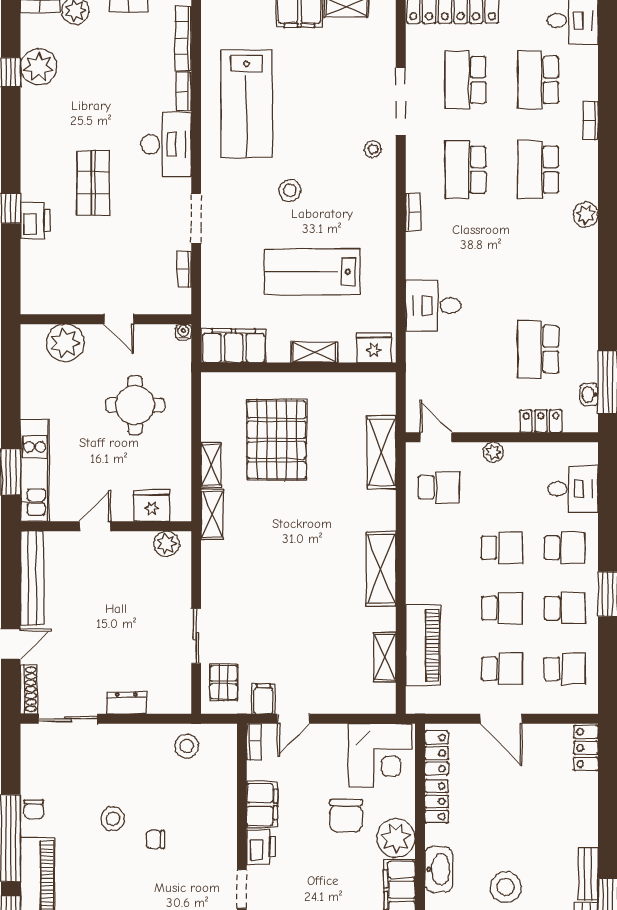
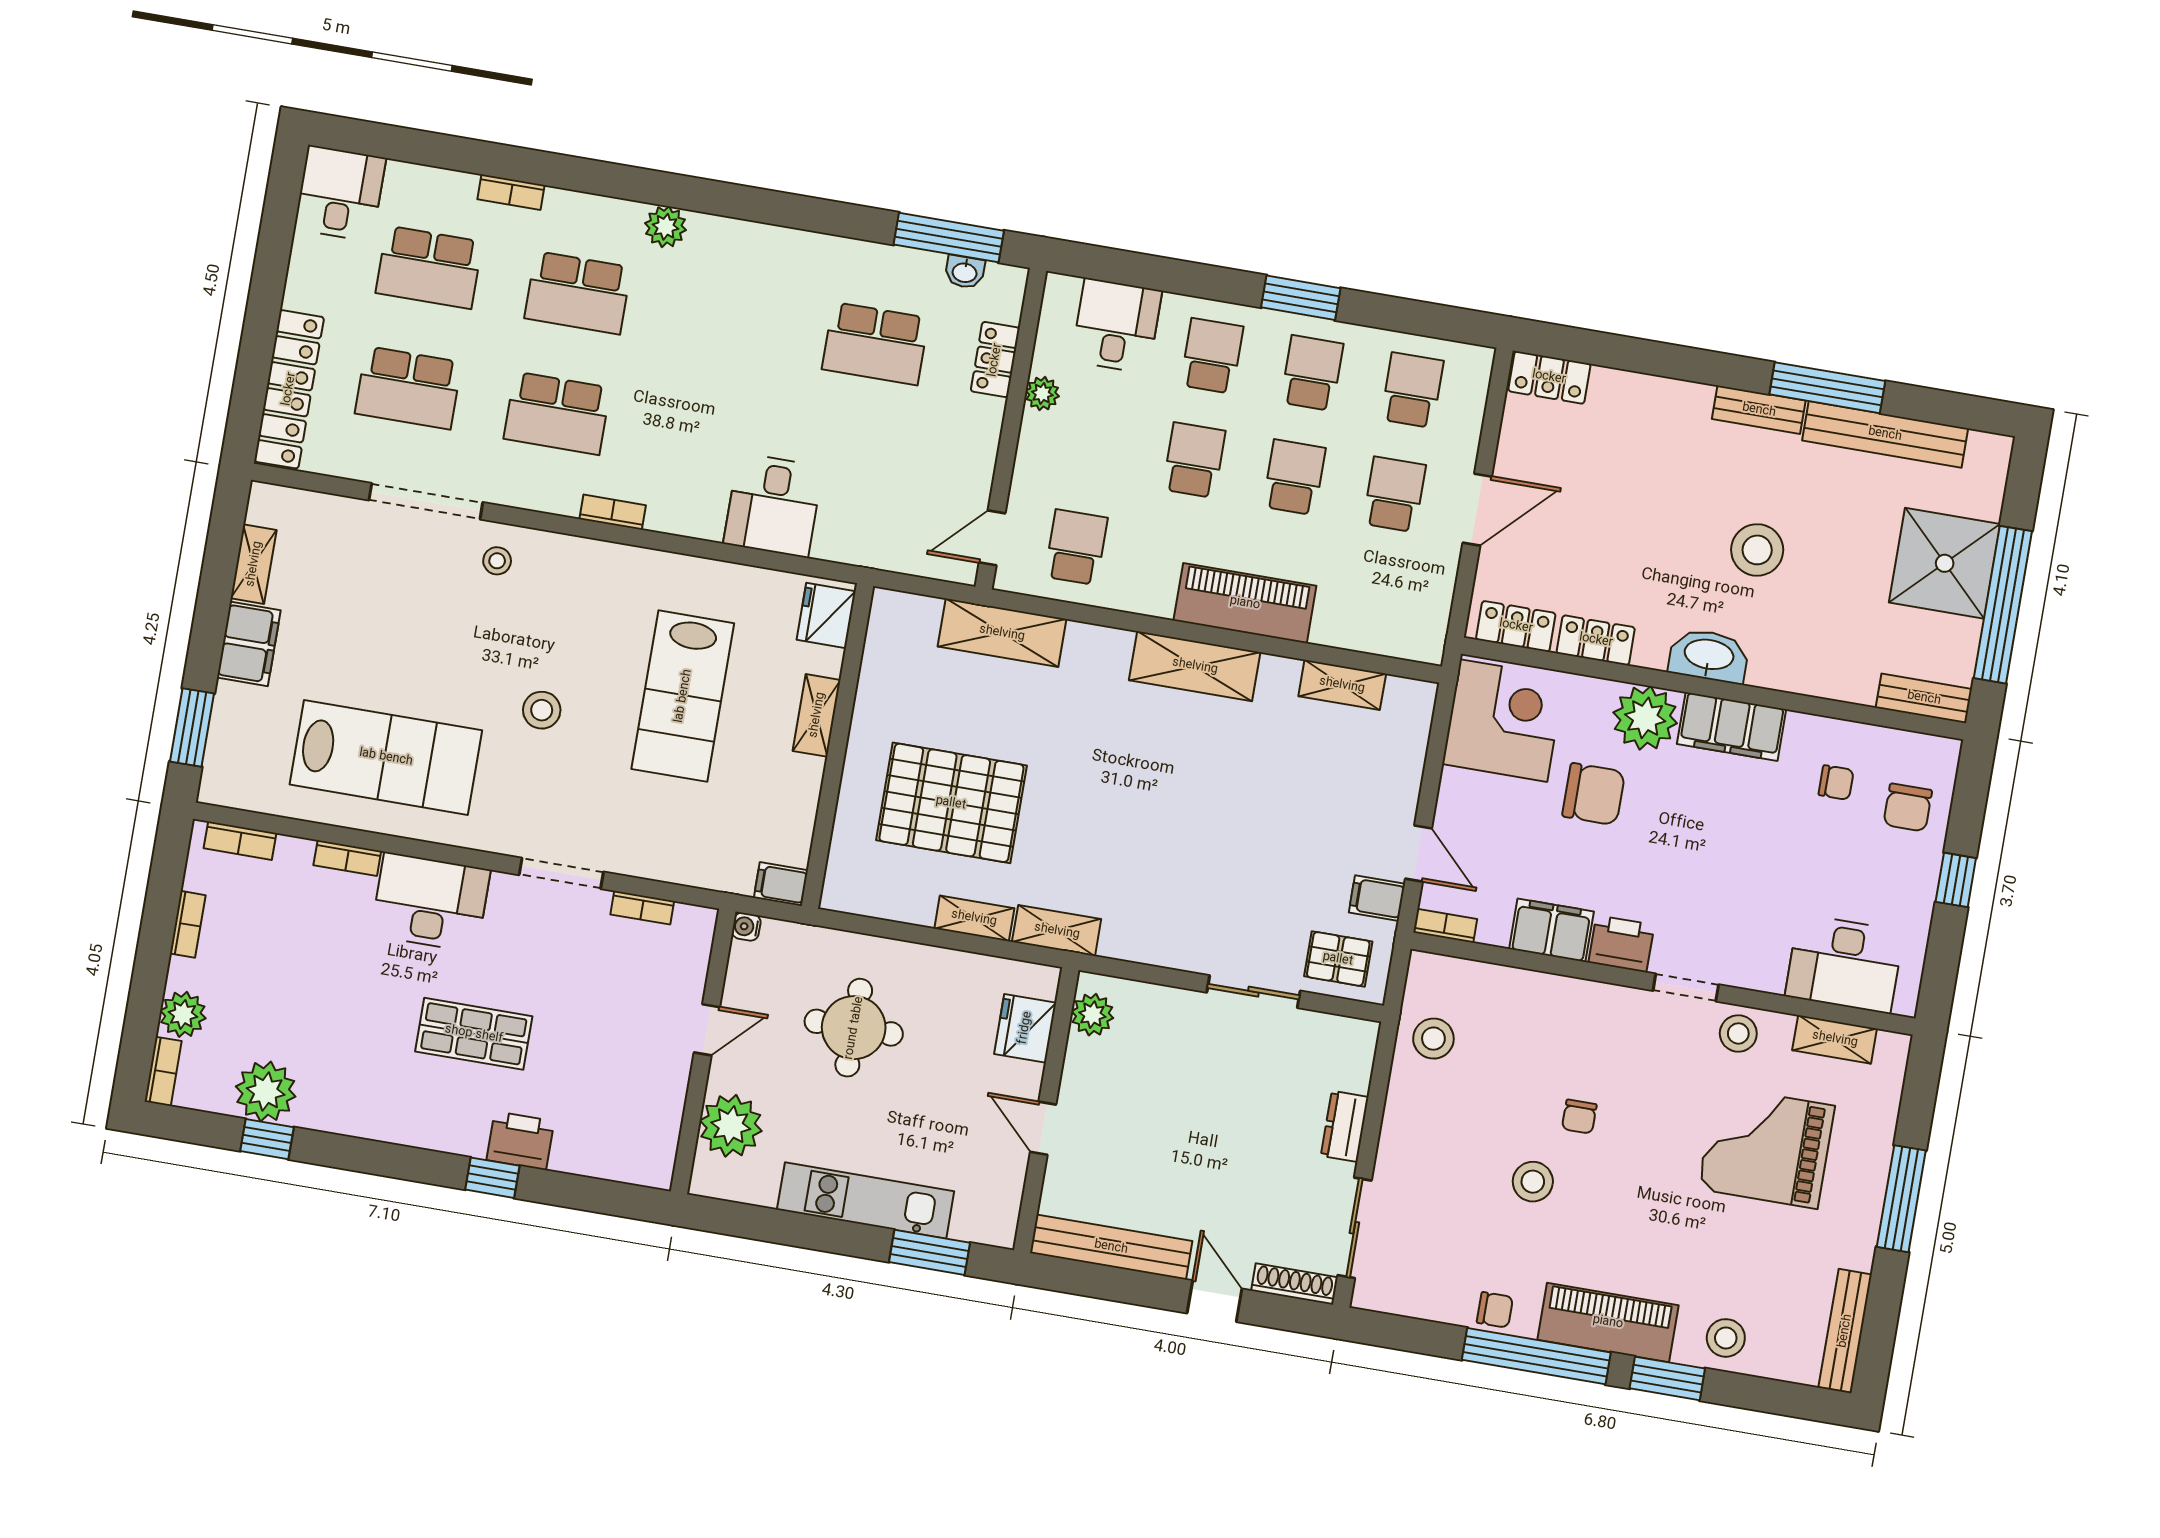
bookcase: (183, 38) -> (240, 841), width x0.64
filing cabinet: (234, 346) -> (781, 884), width x0.33, depth x0.86
plant: (493, 452) -> (1042, 394), moved
kitchen unit: (35, 470) -> (866, 1200), moved
piano: (423, 646) -> (1245, 603), moved

